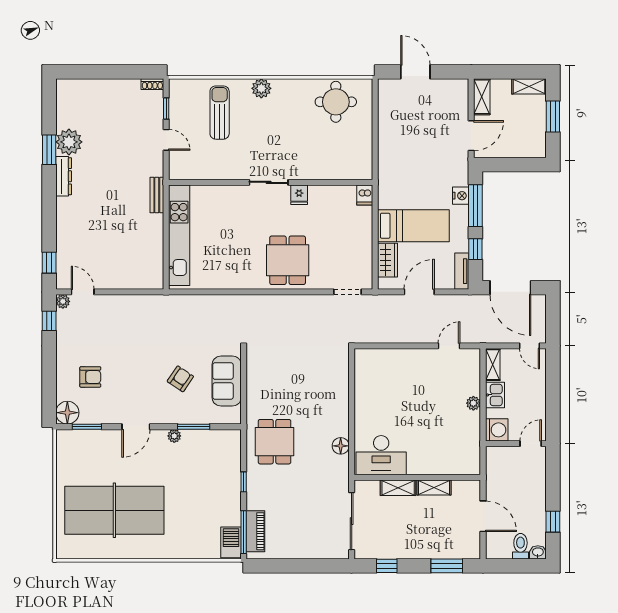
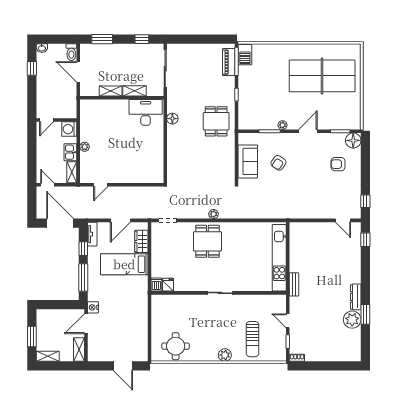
fridge: (299, 195) -> (168, 285), moved
nightstand: (461, 196) -> (93, 307), moved
plant: (63, 301) -> (214, 214), moved
toilet: (520, 546) -> (71, 52), moved

